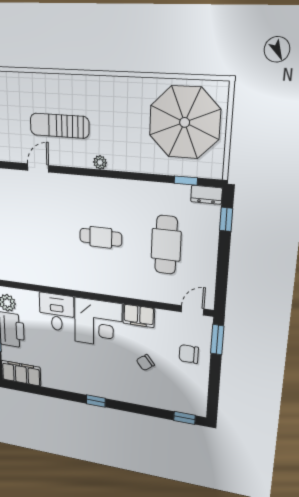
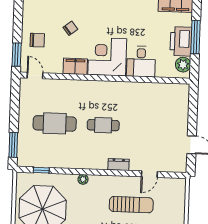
plant: (100, 162) -> (83, 179), moved
dresser: (206, 195) -> (119, 165), moved
window: (226, 219) -> (13, 145), width x1.50
cafe table: (166, 245) -> (55, 123), turned 90
door: (193, 310) -> (35, 75), swing flipped

